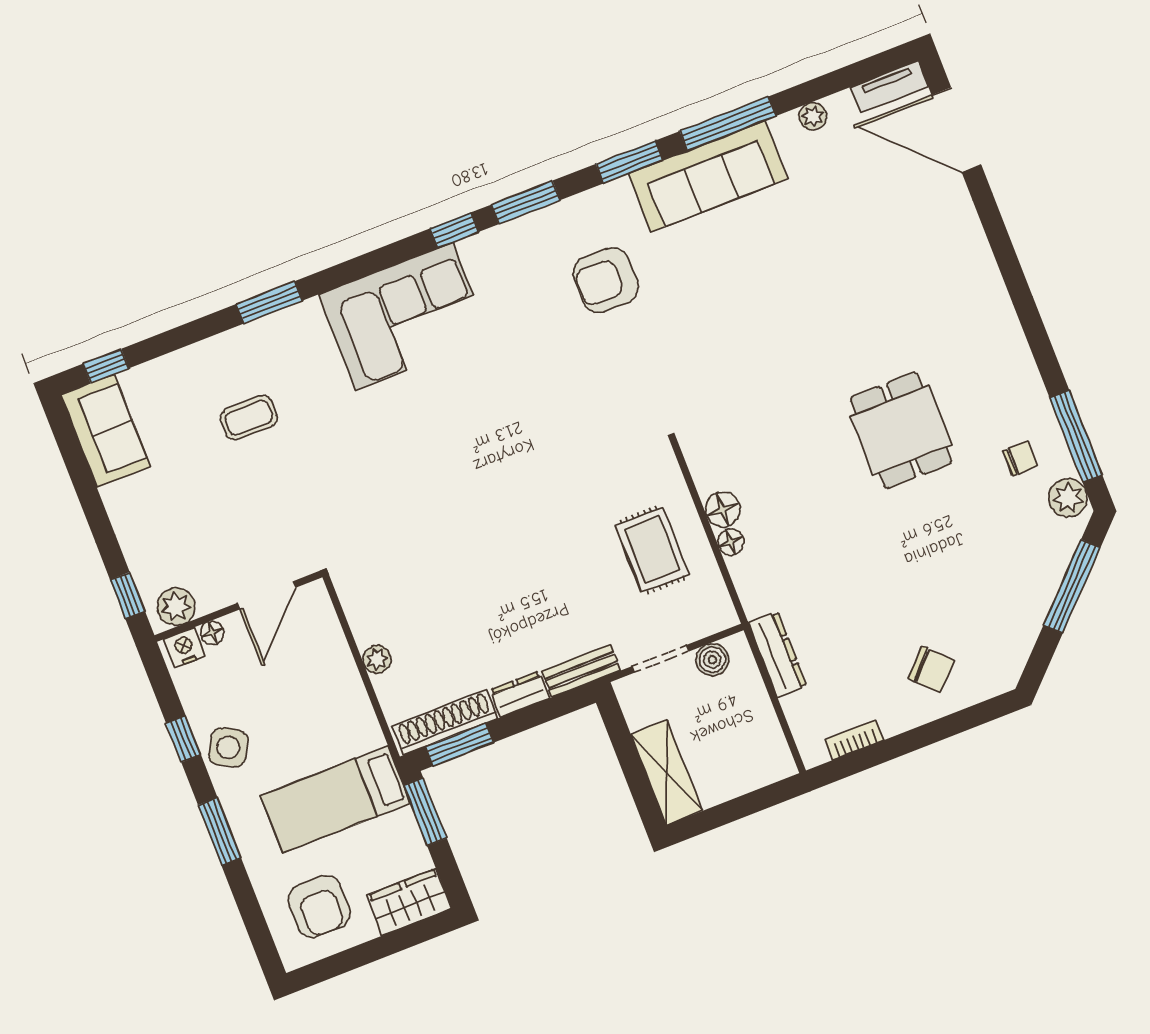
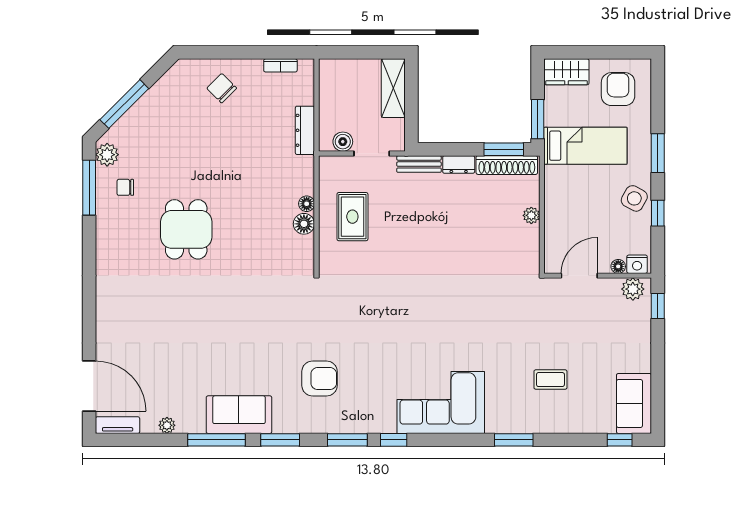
sofa: (708, 176) -> (239, 415), width x0.73

